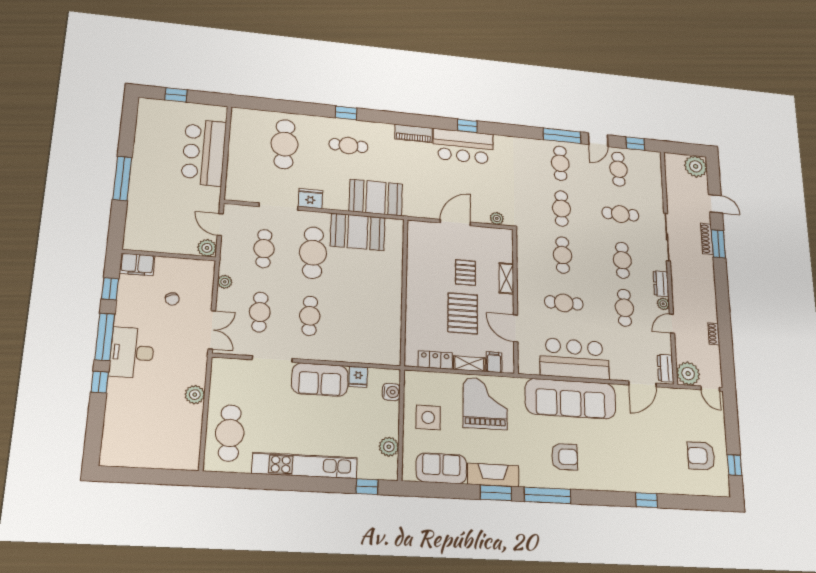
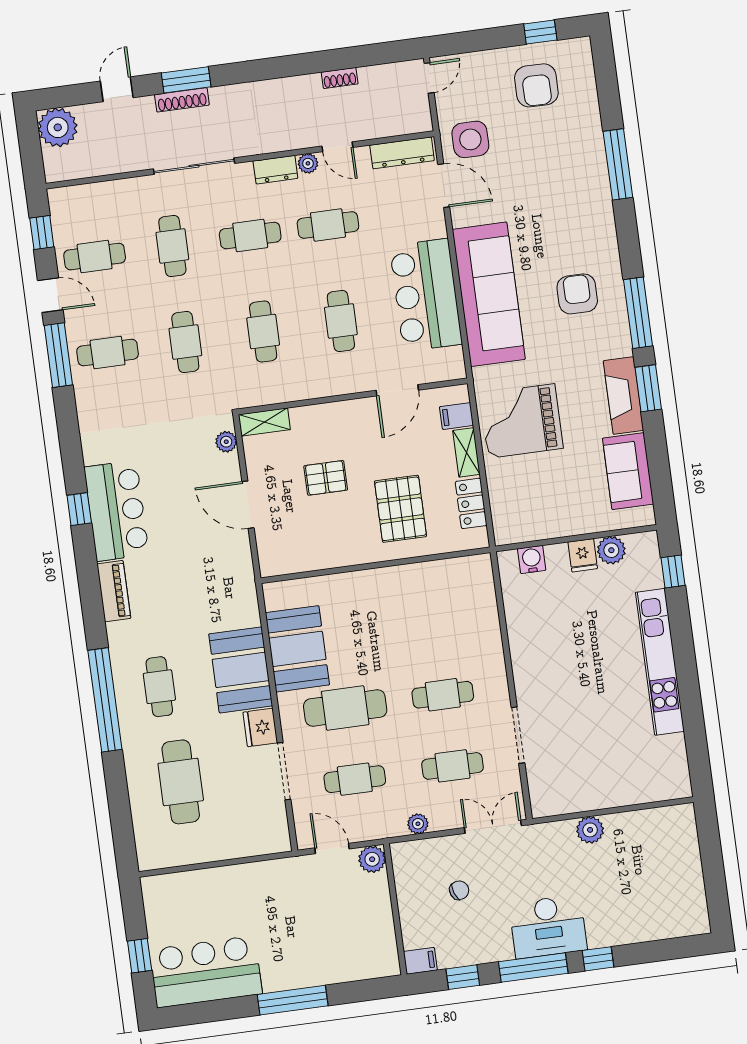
window: (346, 113) -> (105, 700), width x3.17
cafe table: (285, 144) -> (181, 782), turned 90
bar counter: (204, 152) -> (206, 972), moved, turned 180
booth: (376, 198) -> (241, 670), moved
cafe table: (561, 208) -> (185, 342), turned 90
door: (220, 225) -> (332, 848), swing flipped
cafe table: (563, 255) -> (263, 332), turned 90
filing cabinet: (137, 264) -> (420, 961), width x0.50
shelving: (506, 278) -> (264, 422), moved
pallet: (463, 313) -> (400, 509), moved, turned 90
dresser: (665, 368) -> (402, 153), width x1.44
plant: (688, 374) -> (413, 115), removed
fridge: (358, 377) -> (583, 555), moved, turned 90
sofa: (320, 380) -> (534, 663), removed
side table: (428, 417) -> (470, 139), moved
cafe table: (230, 433) -> (634, 772), removed
window: (647, 500) -> (618, 164), width x2.17

